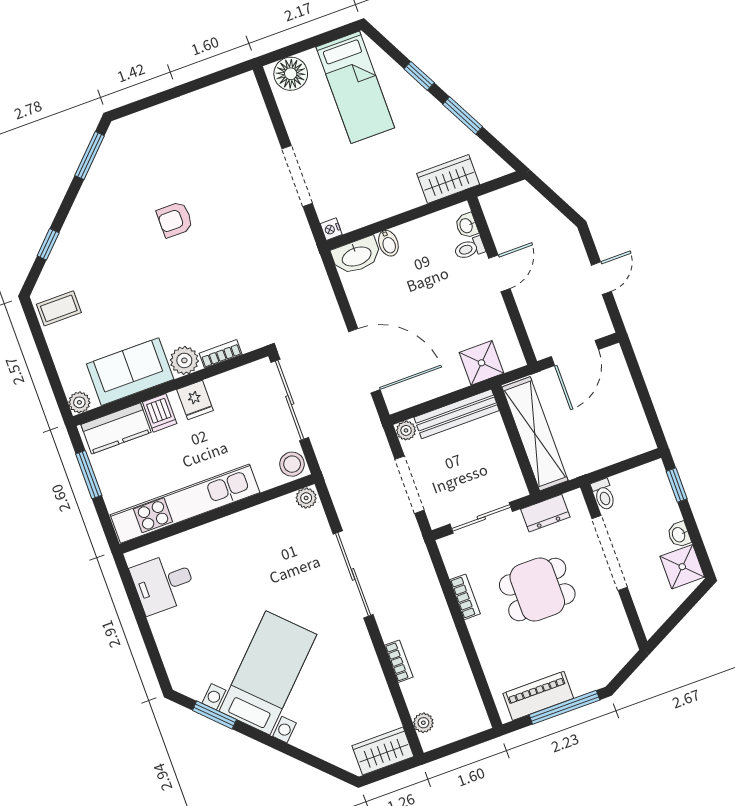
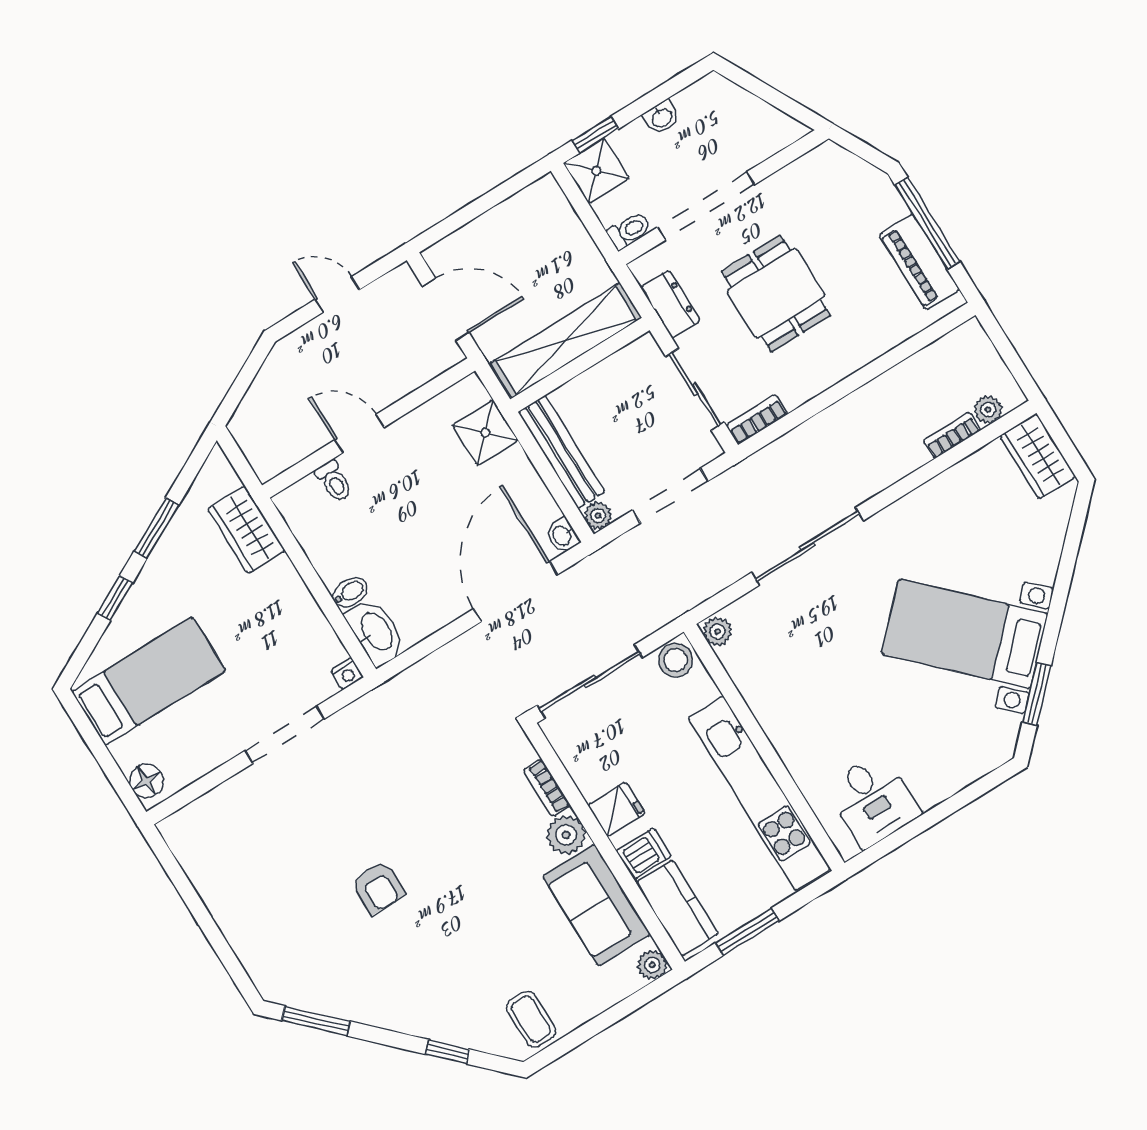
floor lamp: (291, 74) -> (147, 781), width x0.73, depth x0.73
washbasin: (467, 226) -> (562, 535), moved, turned 90
shower: (682, 567) -> (596, 171), moved
bookcase: (465, 597) -> (757, 420), moved
bookcase: (399, 661) -> (952, 435), moved

